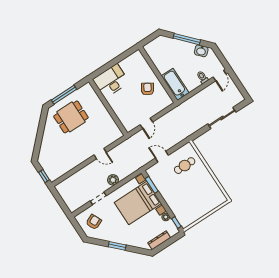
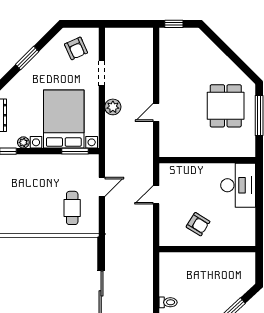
bathtub: (175, 84) -> (181, 262), removed
door: (146, 123) -> (156, 195), hinge flipped

